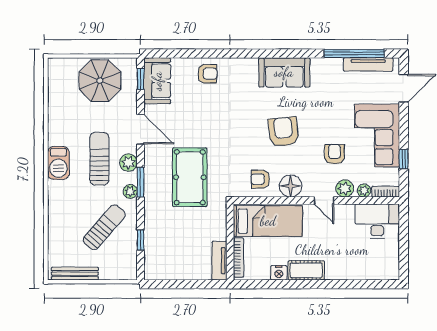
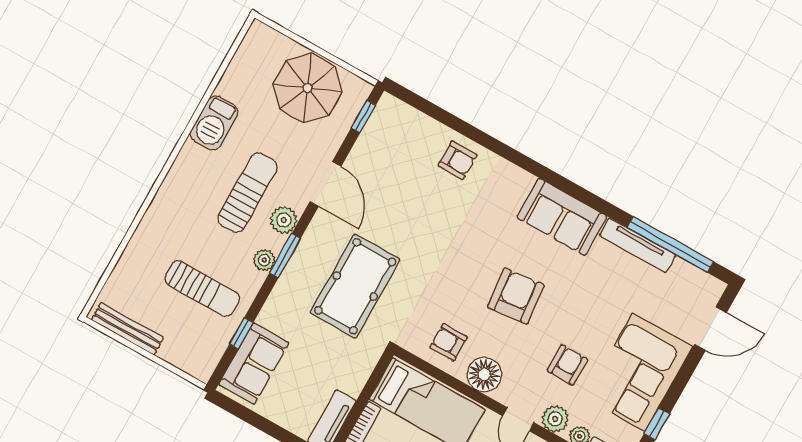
tv unit: (368, 64) -> (638, 245), moved
sofa: (157, 81) -> (254, 364), moved
barbecue: (58, 163) -> (214, 123), moved
sun lounger: (104, 227) -> (202, 289), turned 49

